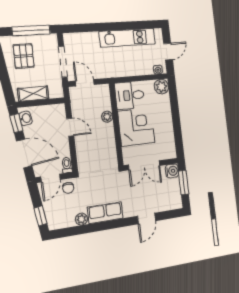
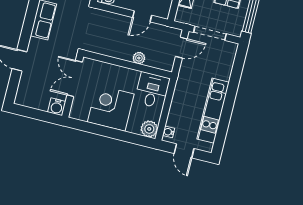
corner desk: (136, 127) -> (111, 108), moved, turned 180
window: (184, 183) -> (39, 115), removed

